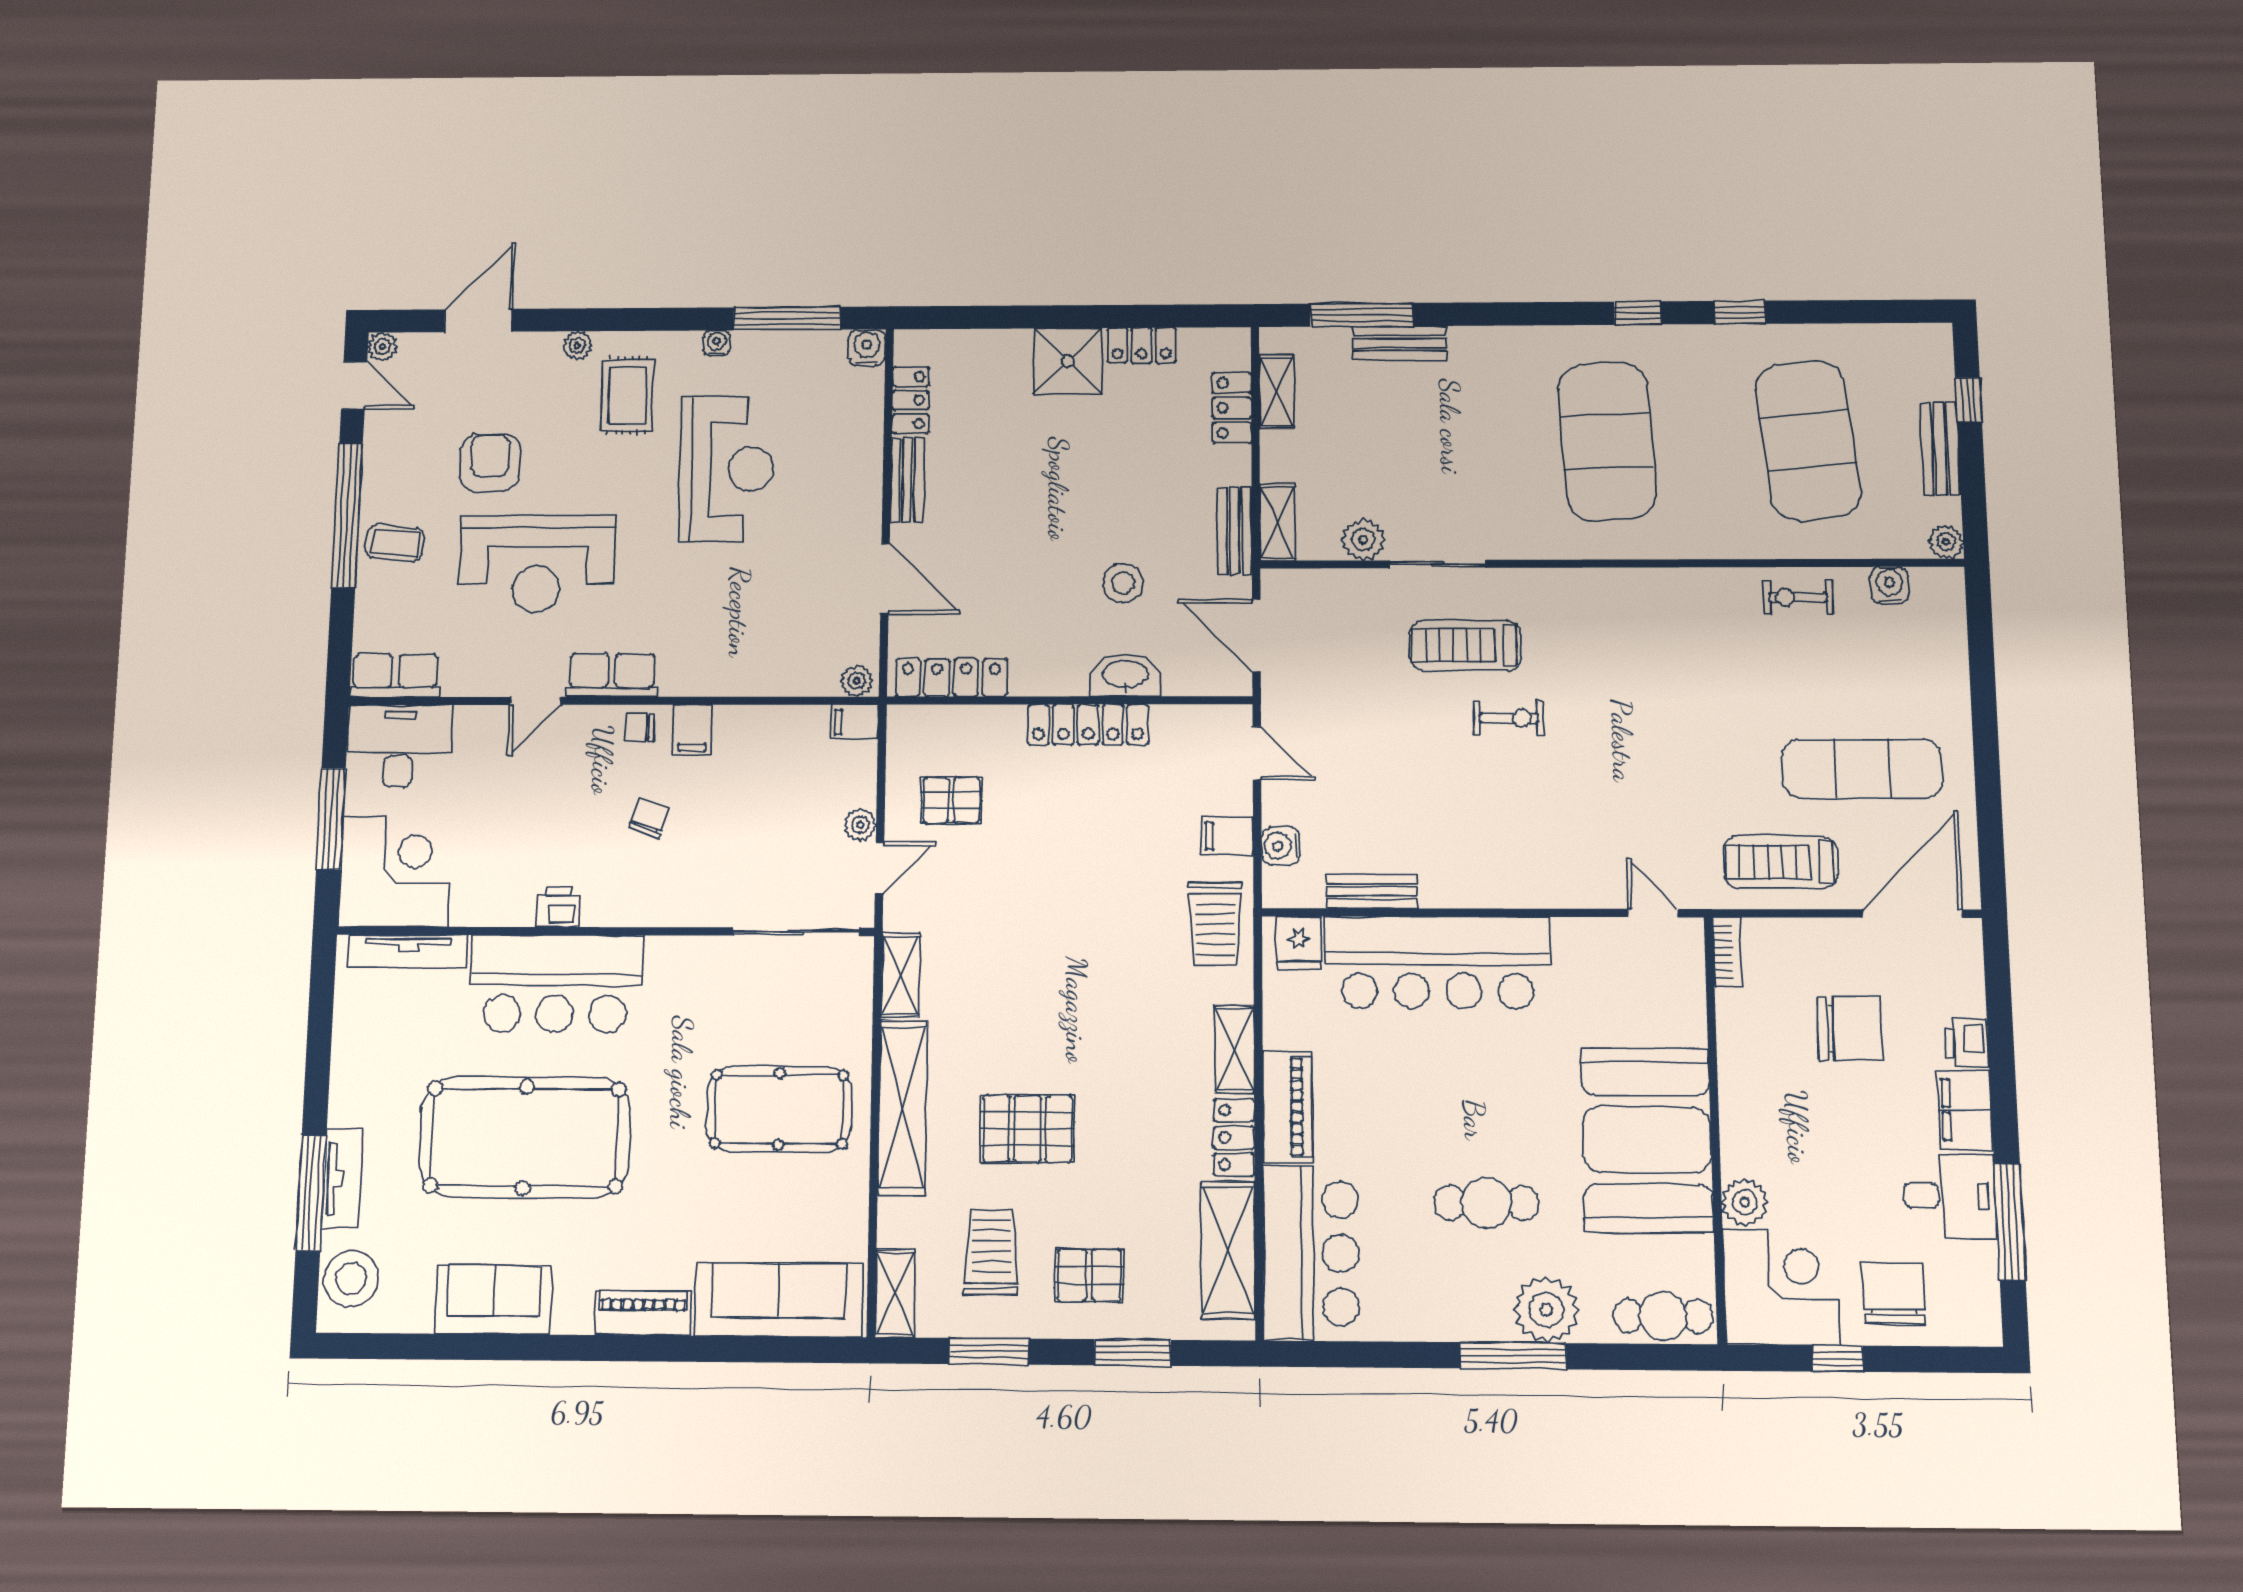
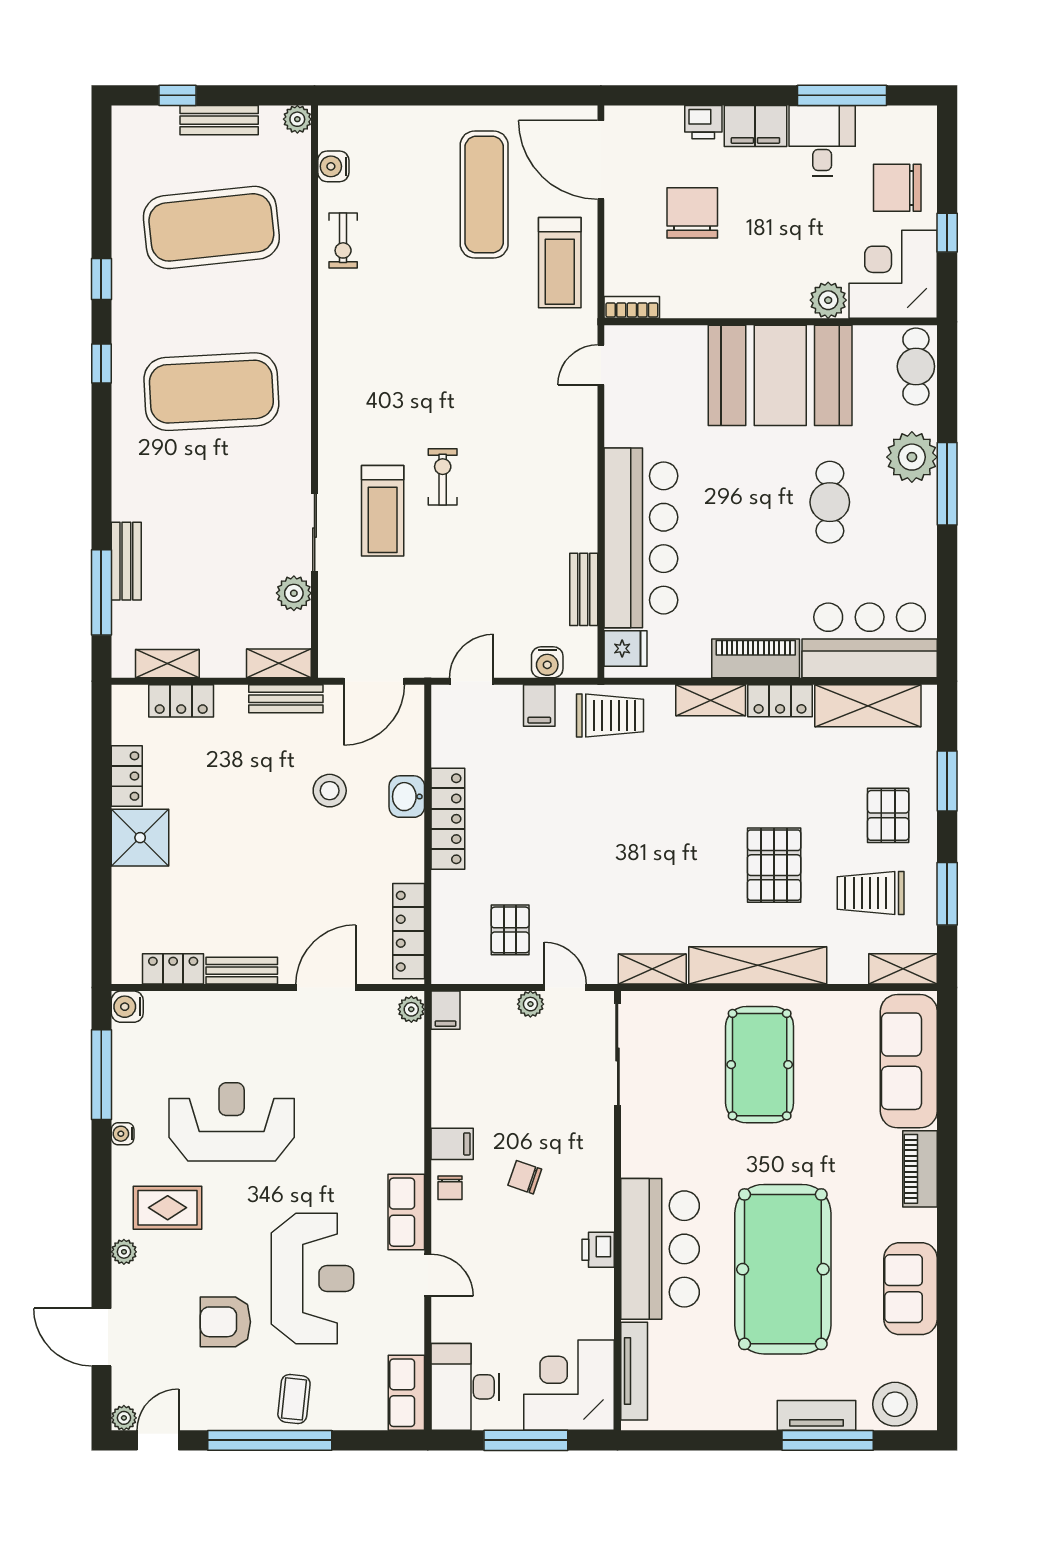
washbasin: (1125, 675) -> (407, 797), width x0.72

